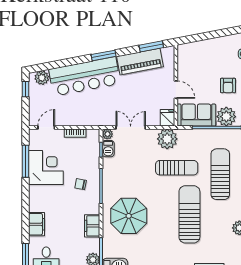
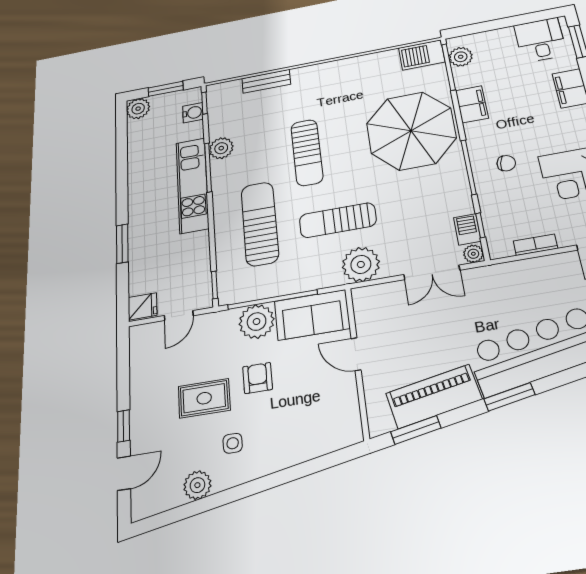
fridge: (167, 118) -> (365, 301), removed
sun lounger: (220, 174) -> (260, 224), turned 180
sun lounger: (189, 214) -> (307, 152), width x0.73, depth x0.75
parasol: (129, 216) -> (411, 131), width x1.36, depth x1.36

